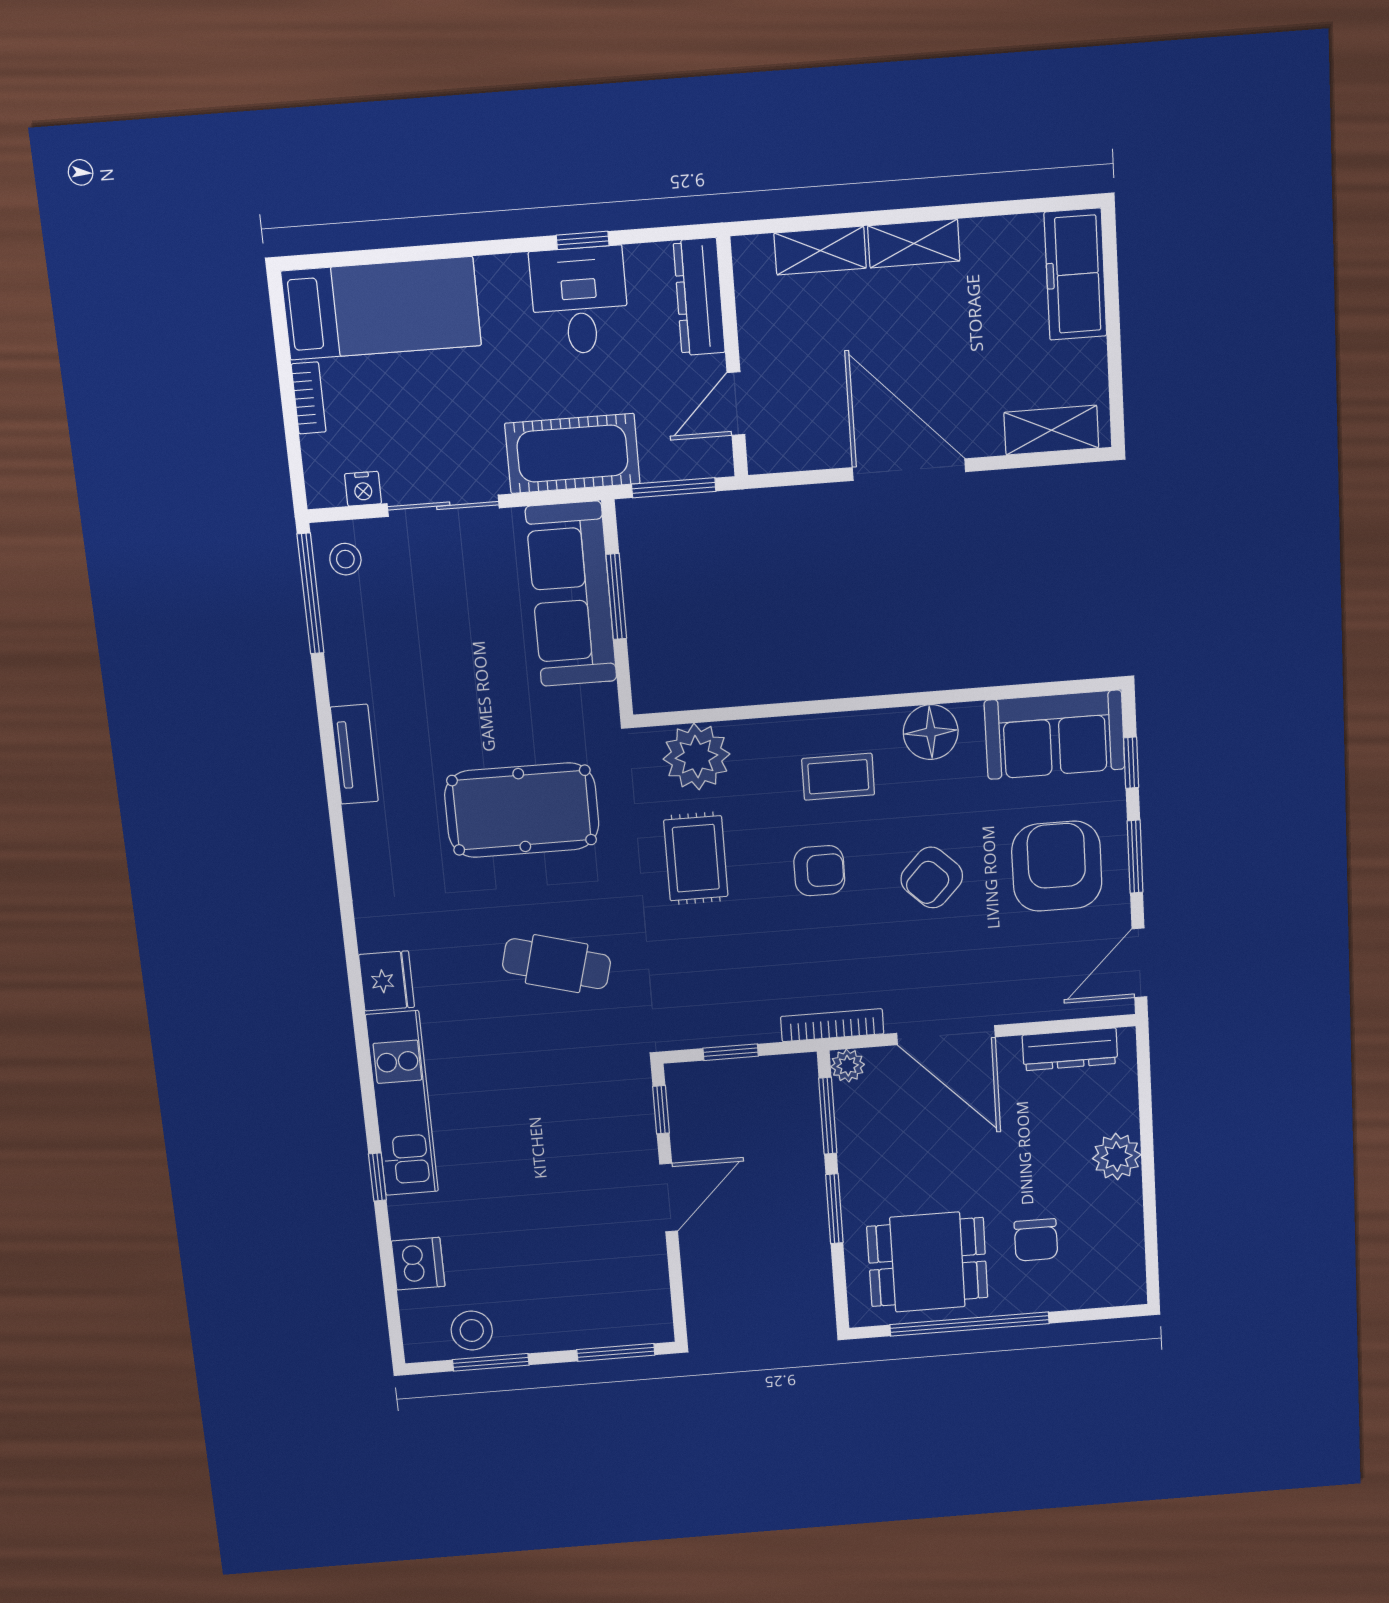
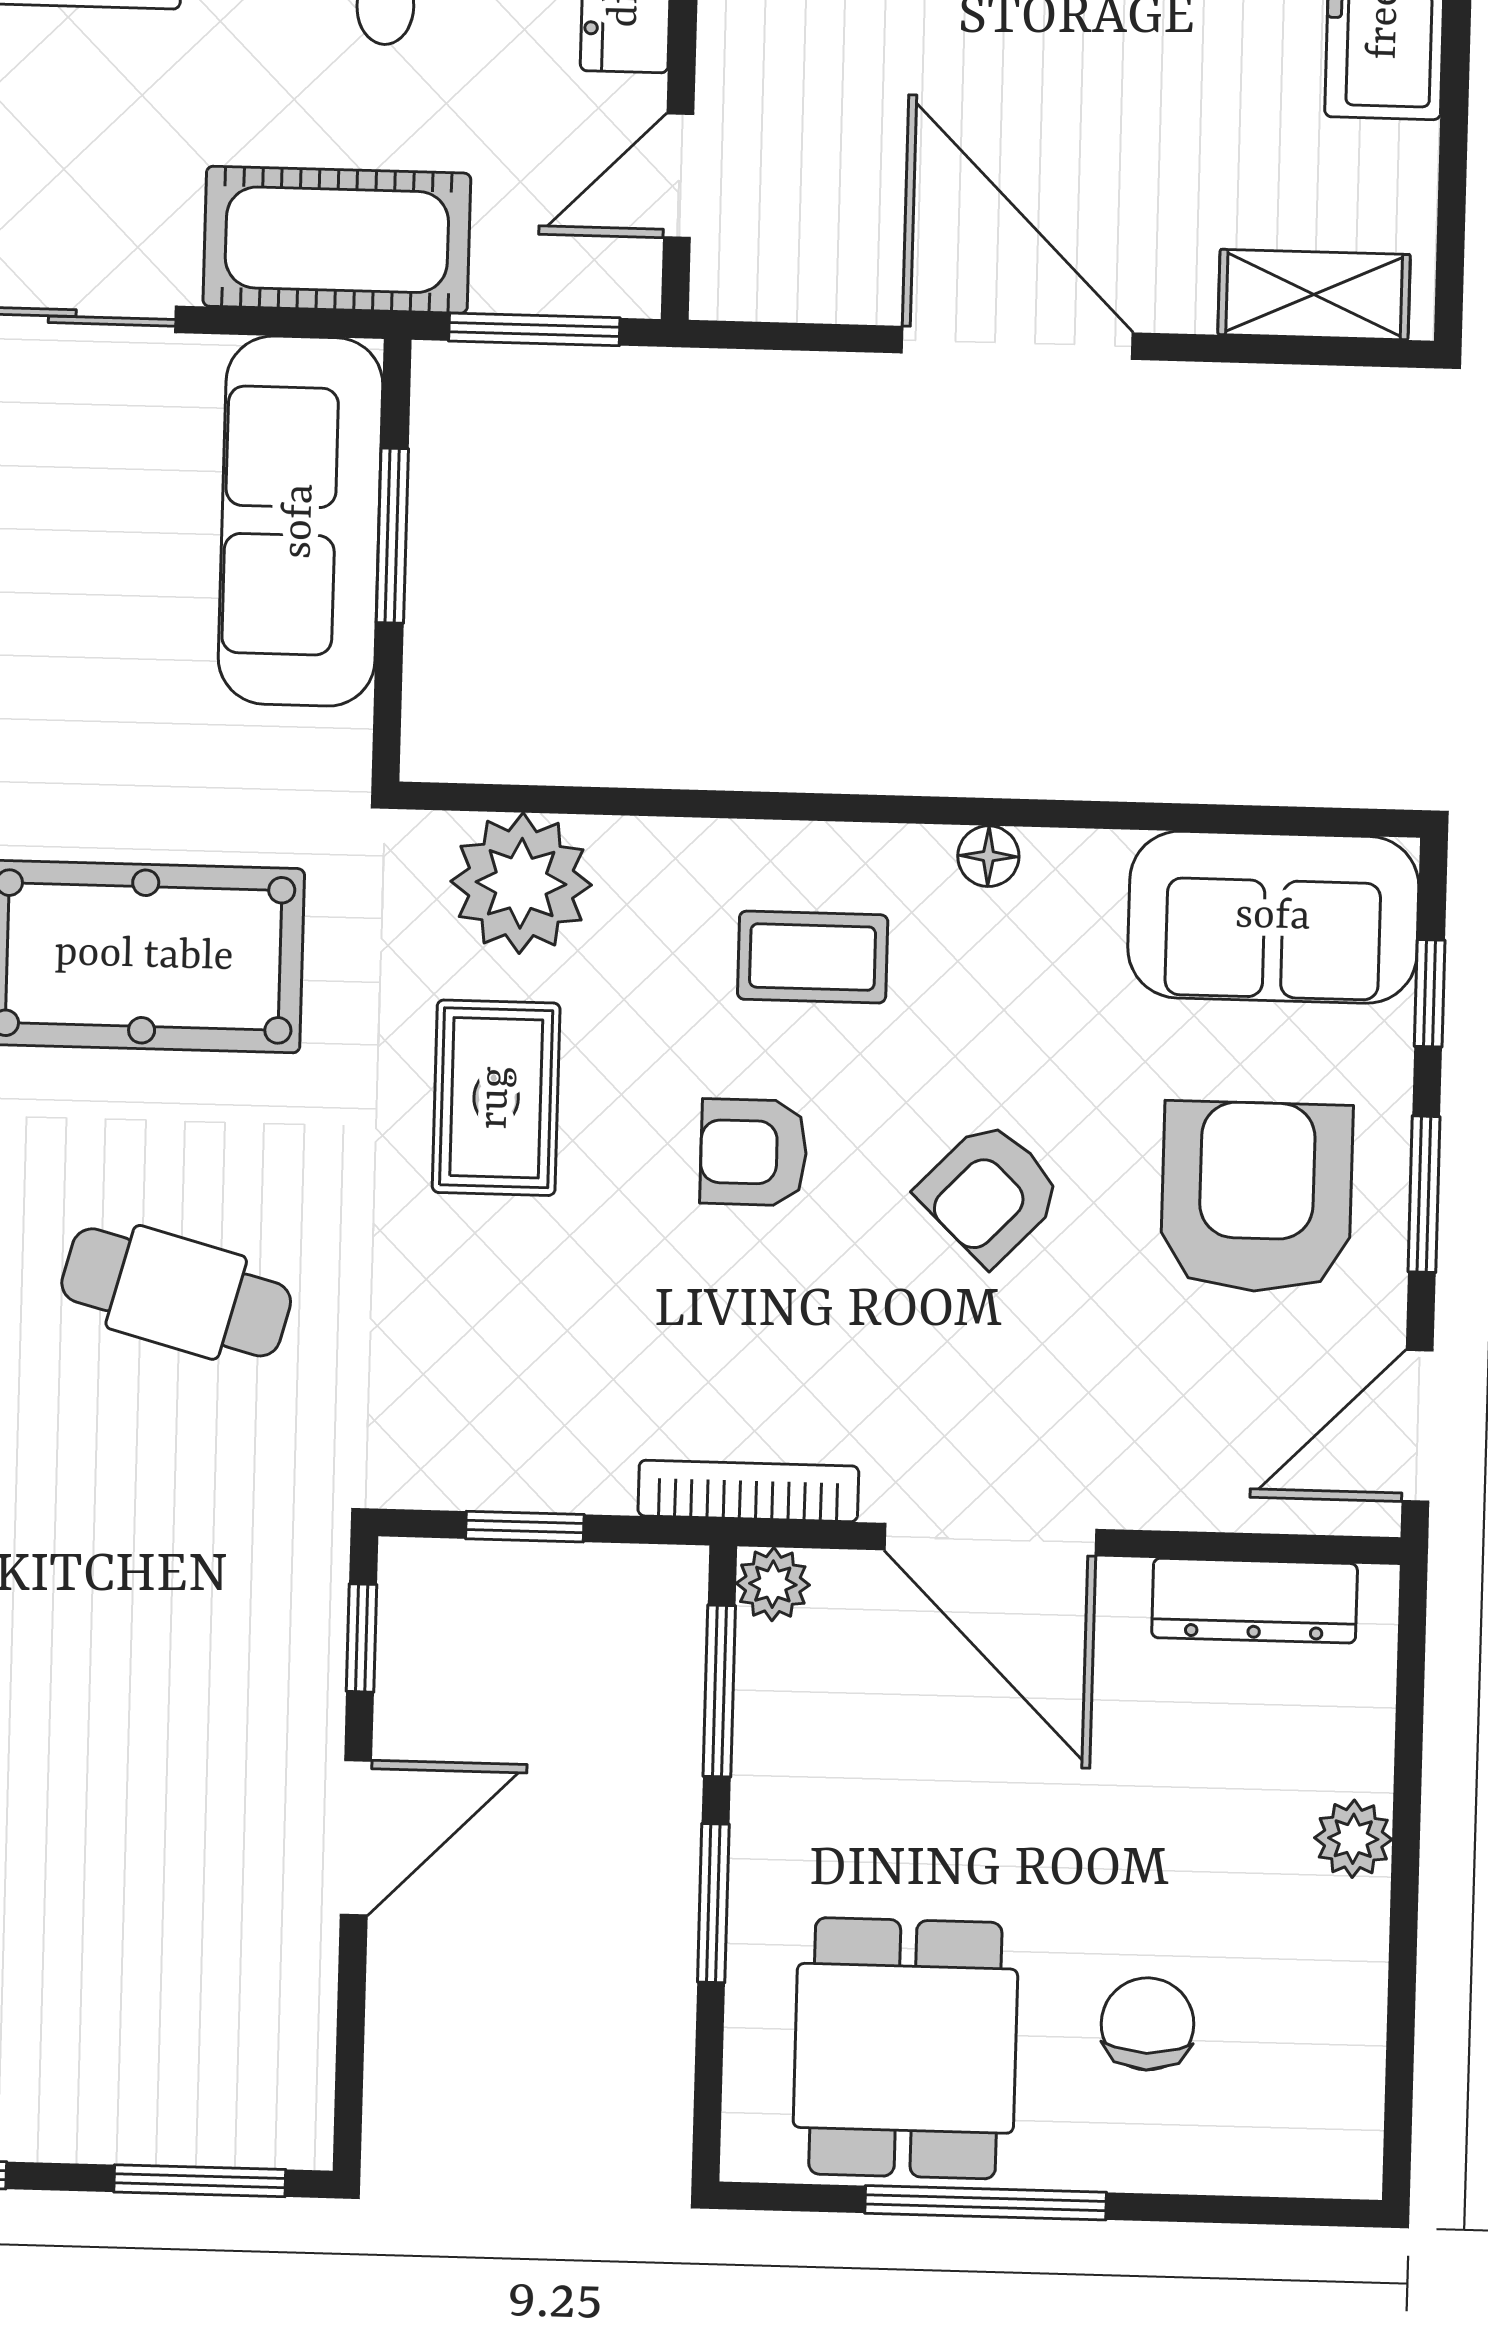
floor lamp: (931, 732) -> (988, 856), width x0.53, depth x0.53
armchair: (819, 871) -> (754, 1152), turned 180
plant: (1117, 1157) -> (1353, 1839), width x0.73, depth x0.73
chair: (1036, 1240) -> (1147, 2024), turned 180
dining table: (927, 1262) -> (905, 2048), turned 90
window: (969, 1324) -> (986, 2203), width x0.68

